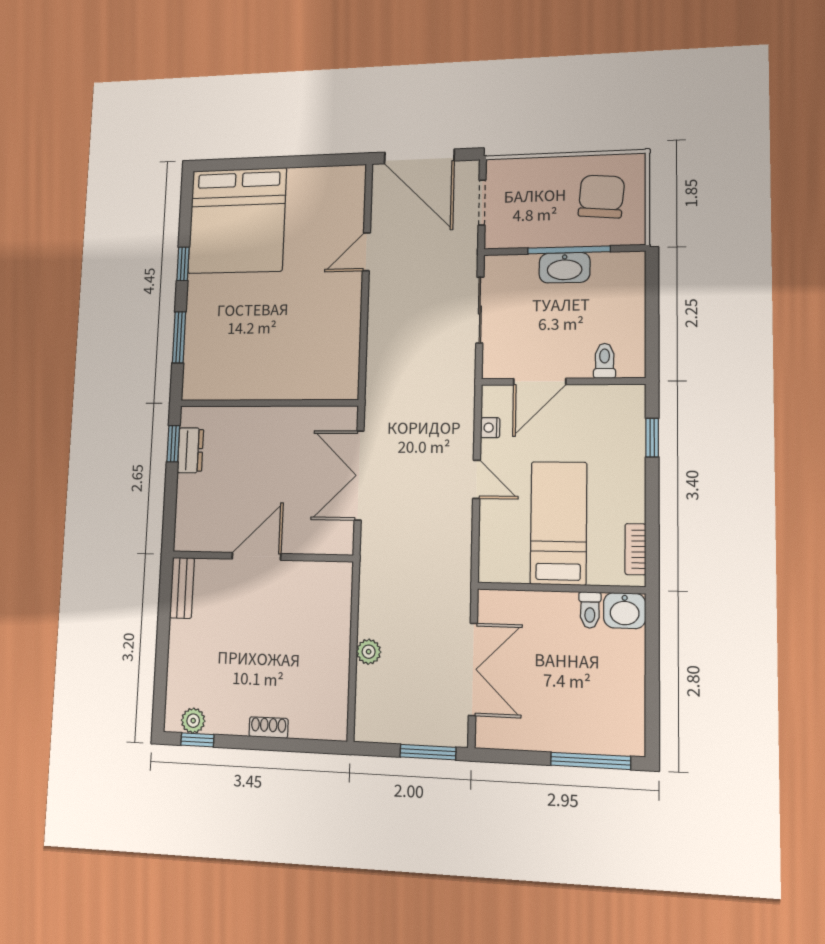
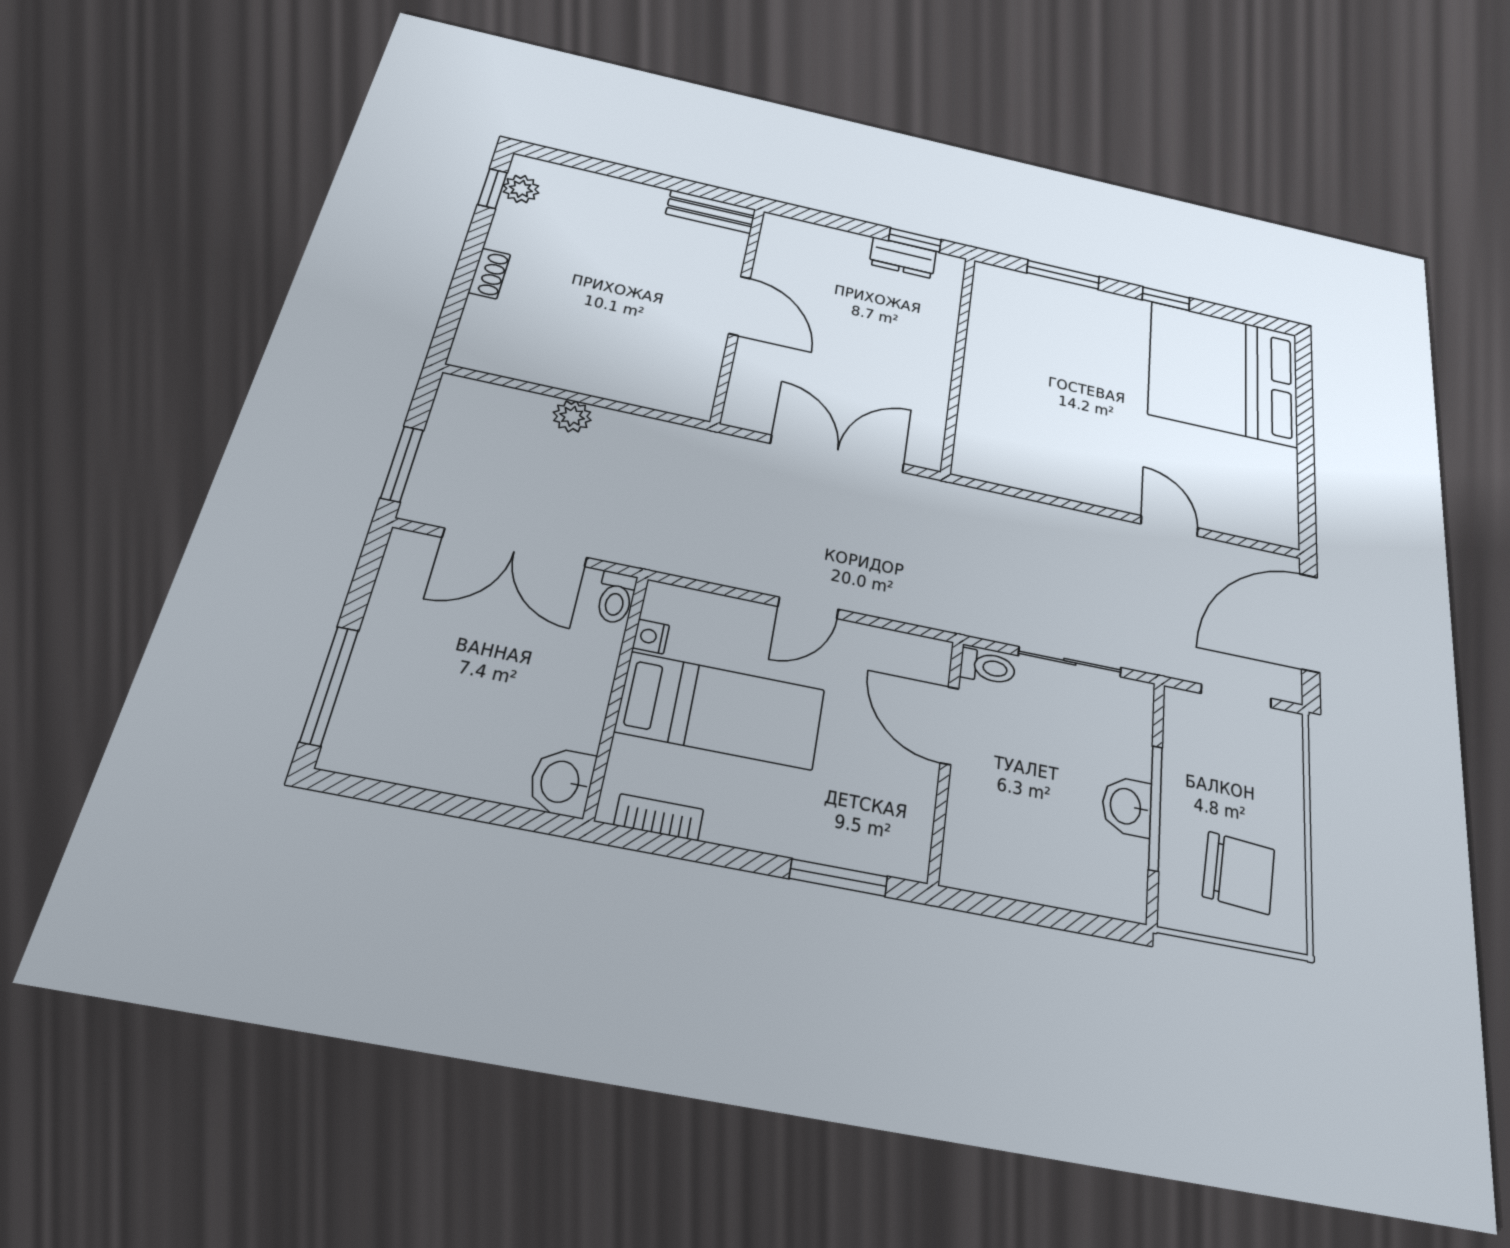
washbasin: (565, 268) -> (1127, 806), width x0.72
toilet: (605, 361) -> (988, 667), moved
nightstand: (490, 428) -> (651, 637), moved, turned -90
window: (652, 438) -> (838, 878), width x1.50
toilet: (590, 610) -> (616, 598), moved, turned -90

